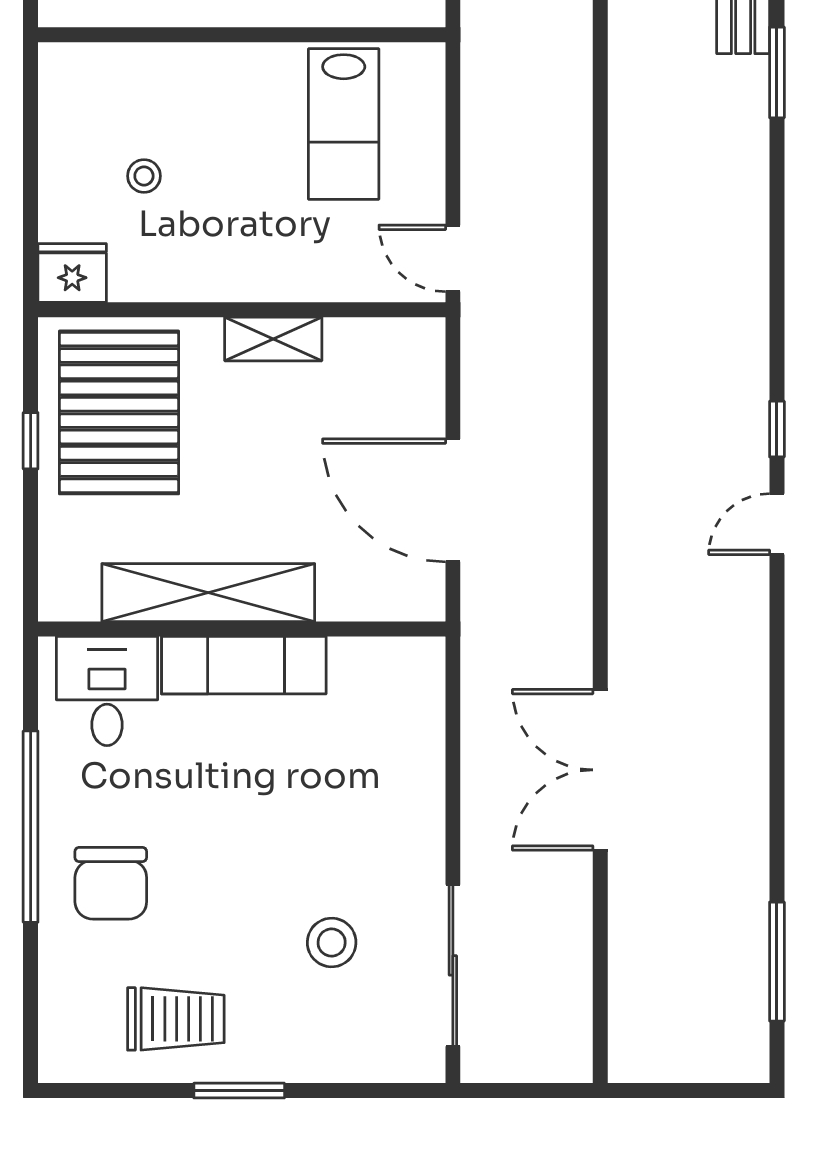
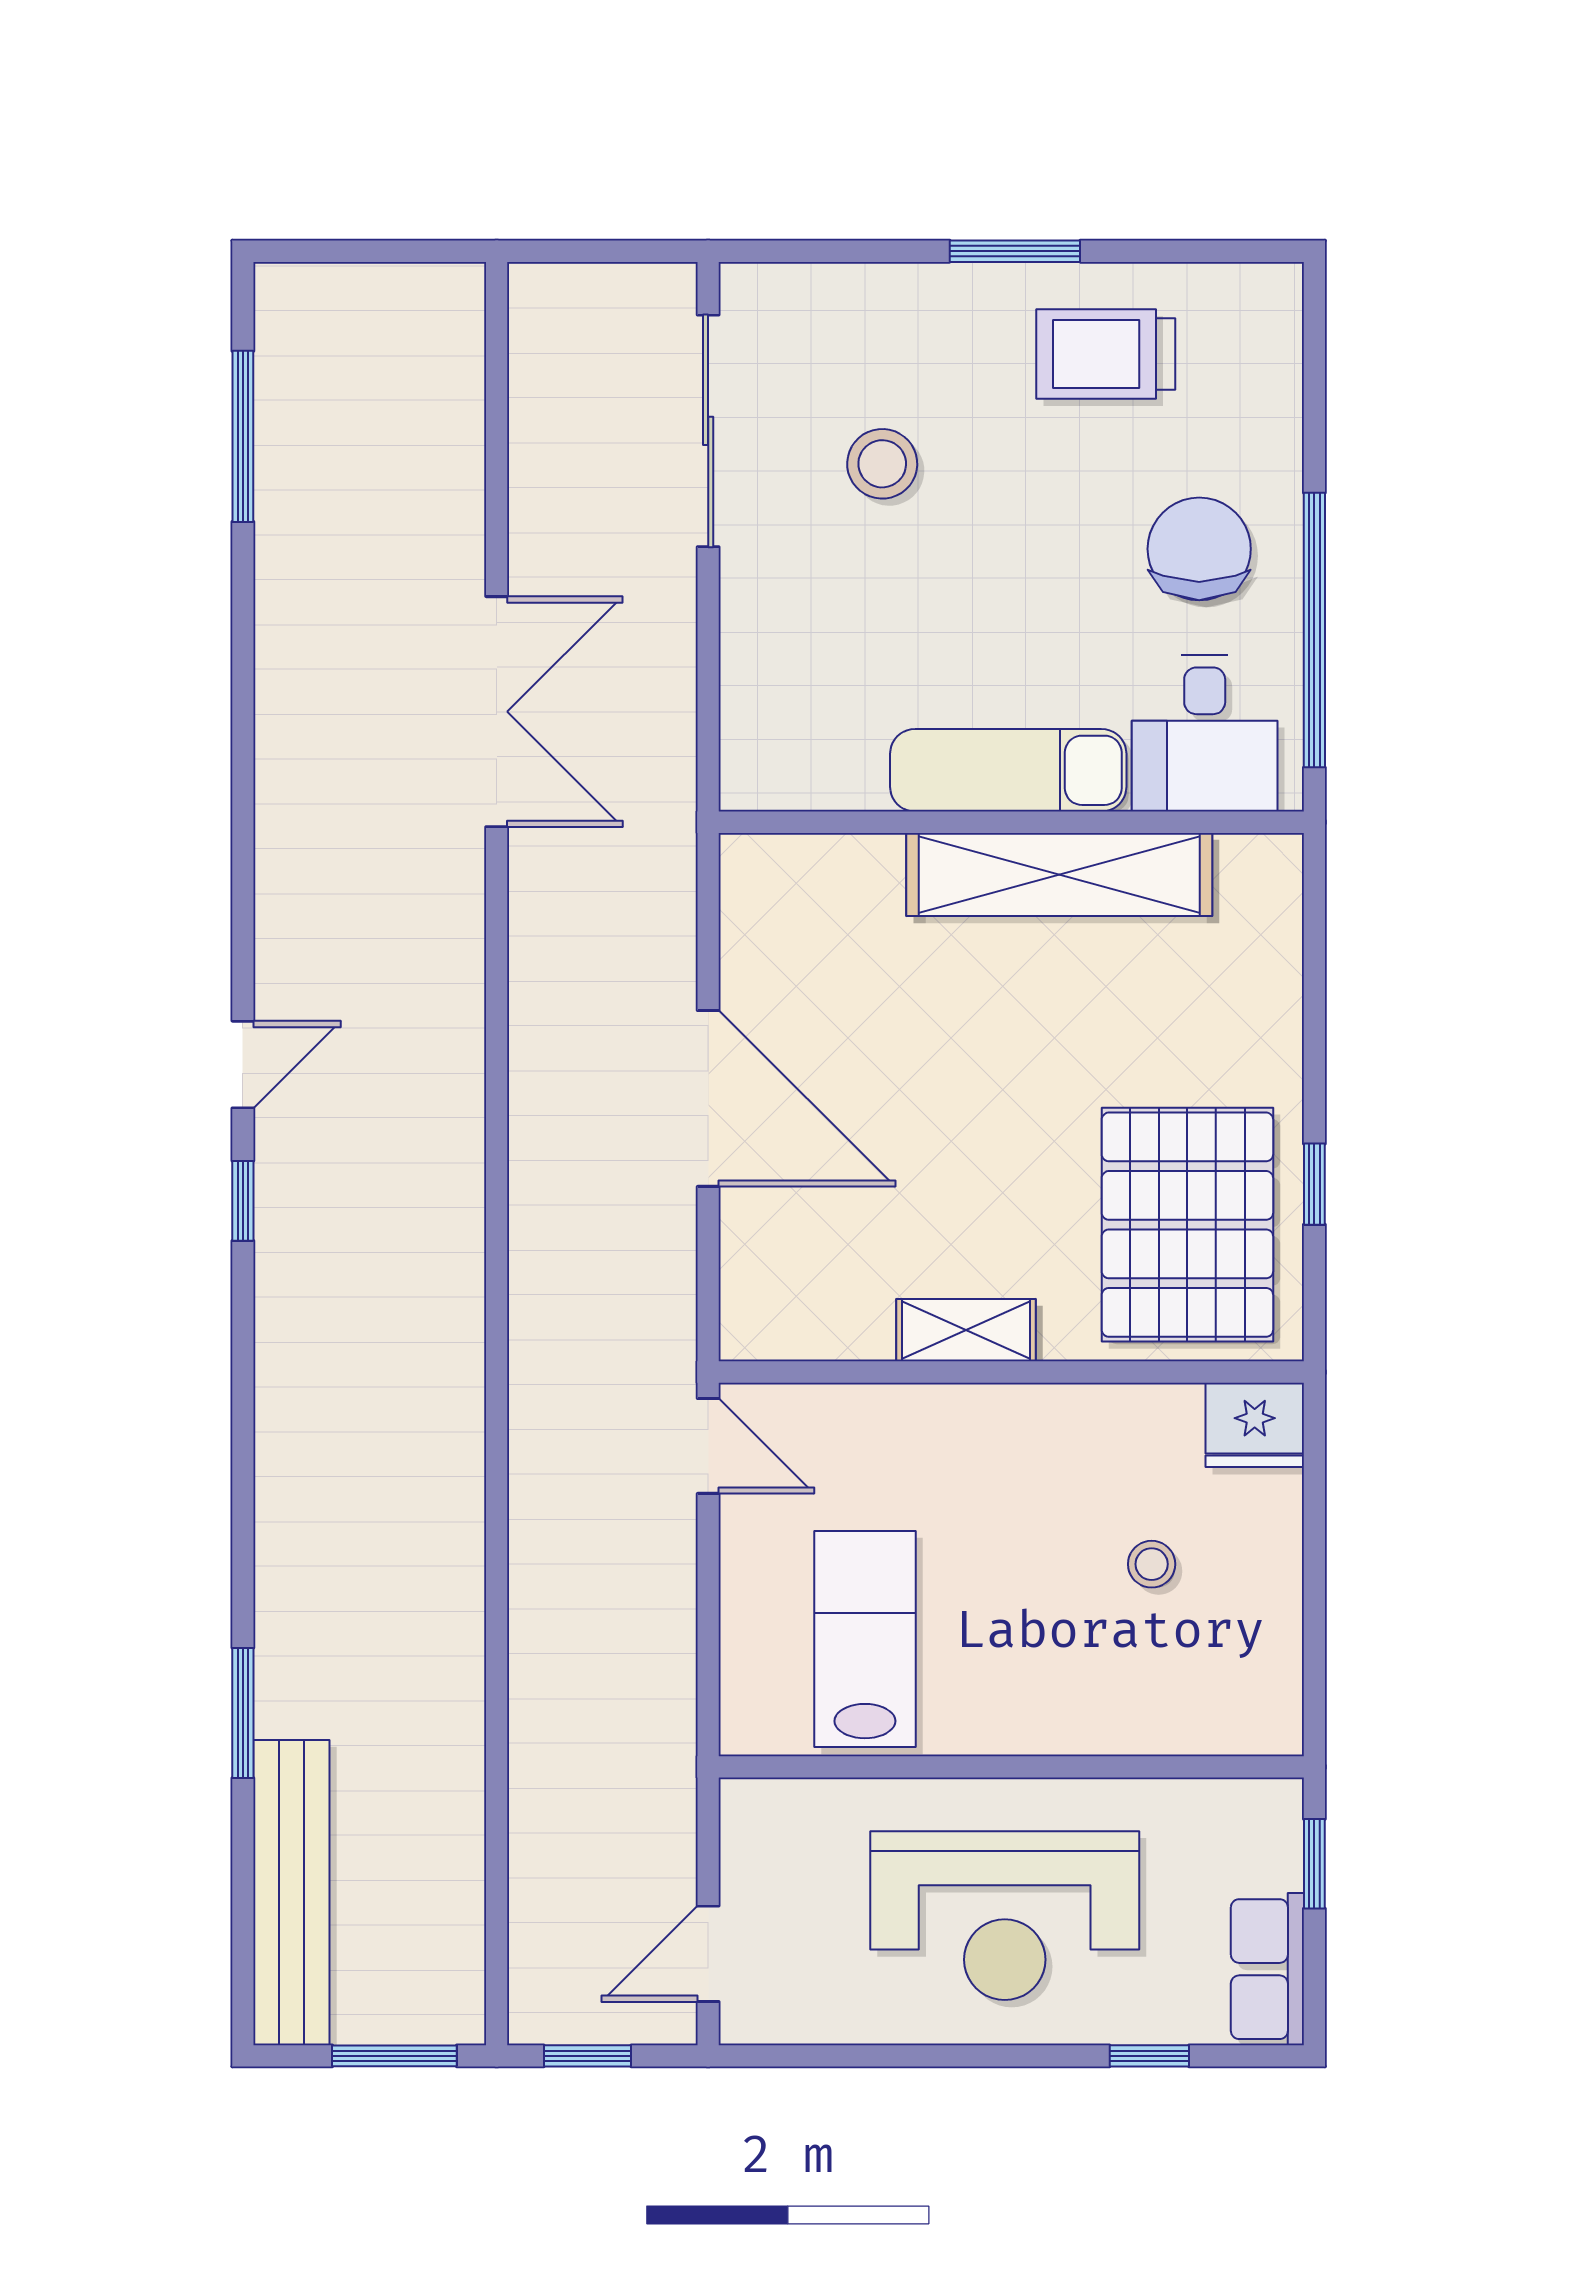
shelving: (208, 593) -> (1059, 874), moved
wall: (242, 629) -> (1011, 822), moved
exam couch: (244, 665) -> (1008, 770), moved
desk: (107, 691) -> (1205, 733), moved

